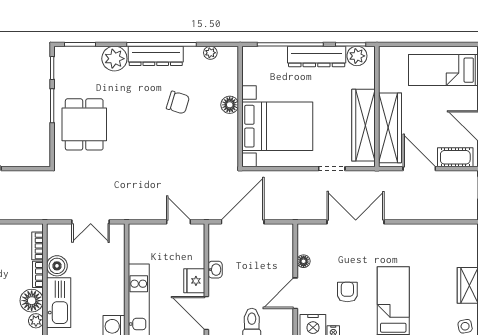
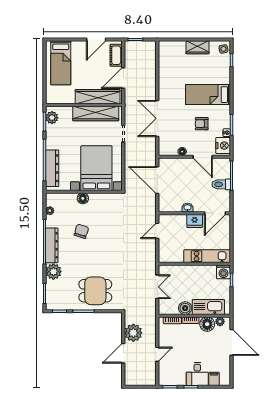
dresser: (317, 56) -> (52, 168), moved
plant: (18, 184) -> (133, 333), added
door: (243, 222) -> (157, 180), moved

